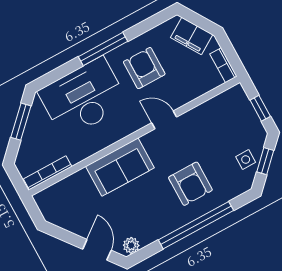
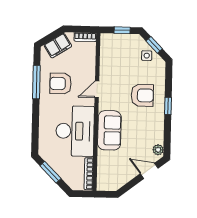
window: (103, 49) -> (36, 82), moved
desk: (83, 98) -> (75, 131), moved, turned 180
window: (196, 225) -> (168, 106), width x0.32

